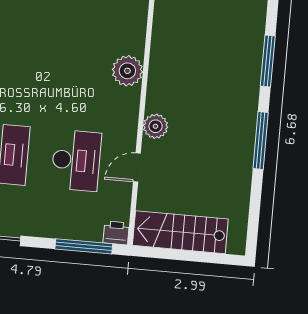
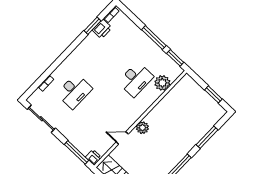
plant: (127, 71) -> (162, 83), moved
desk: (76, 160) -> (136, 79), moved

